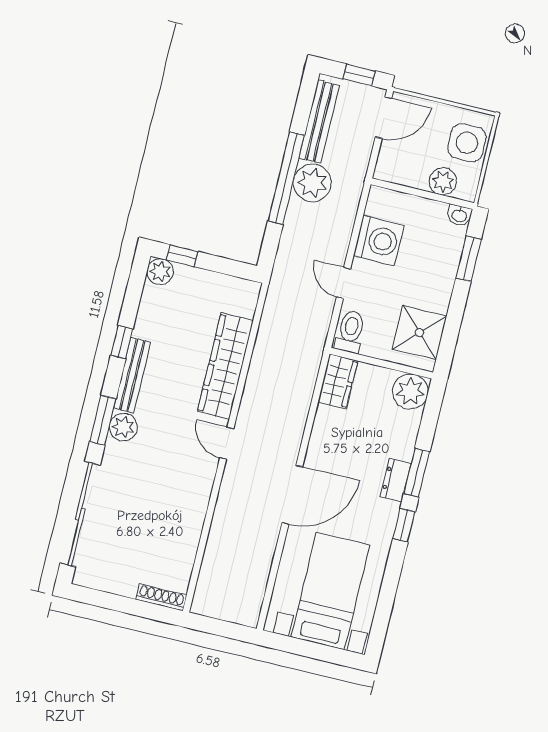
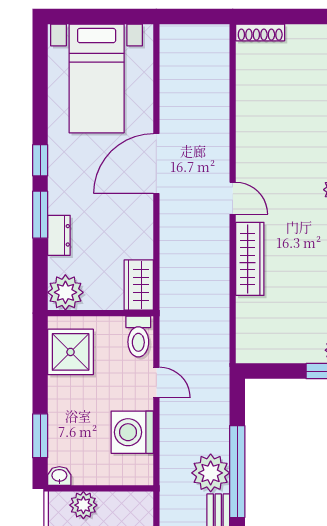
wardrobe: (225, 366) -> (250, 259), width x0.71, depth x0.85
dresser: (396, 480) -> (59, 235), moved

